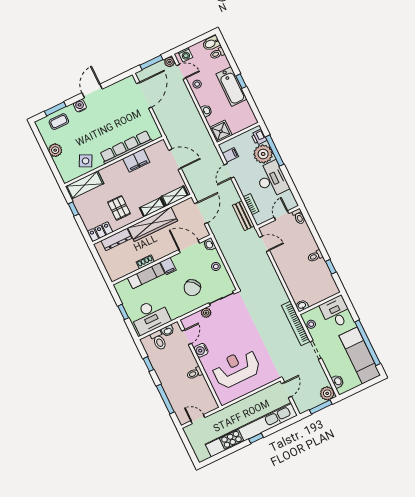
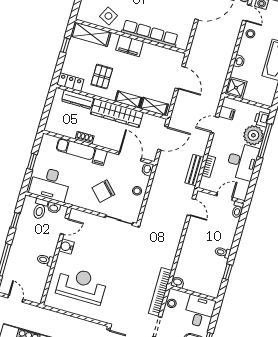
filing cabinet: (136, 160) -> (130, 46), moved
plant: (206, 313) -> (97, 220), removed

